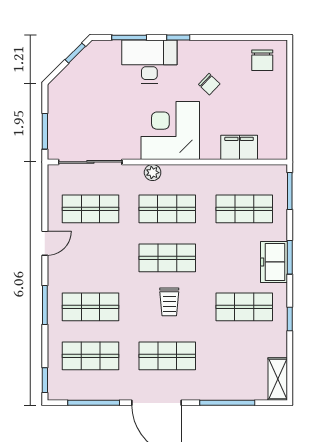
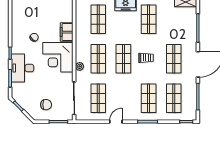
chair: (262, 60) -> (46, 105), moved
filing cabinet: (239, 147) -> (67, 32), moved
door: (45, 243) -> (116, 122), hinge flipped

